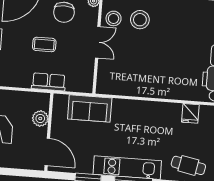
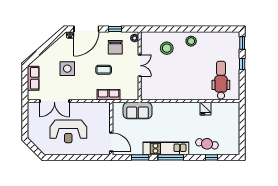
stool: (114, 18) -> (191, 41), moved
plant: (40, 118) -> (105, 120), removed

